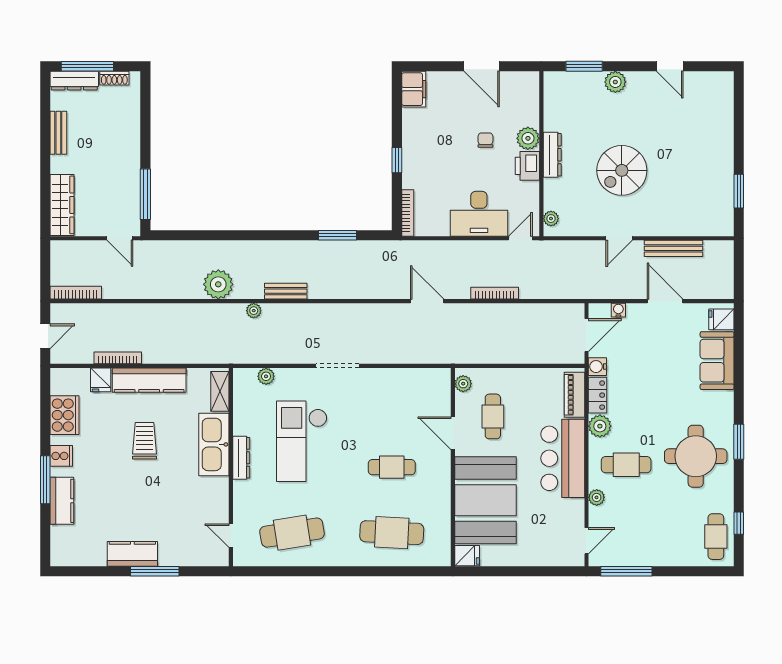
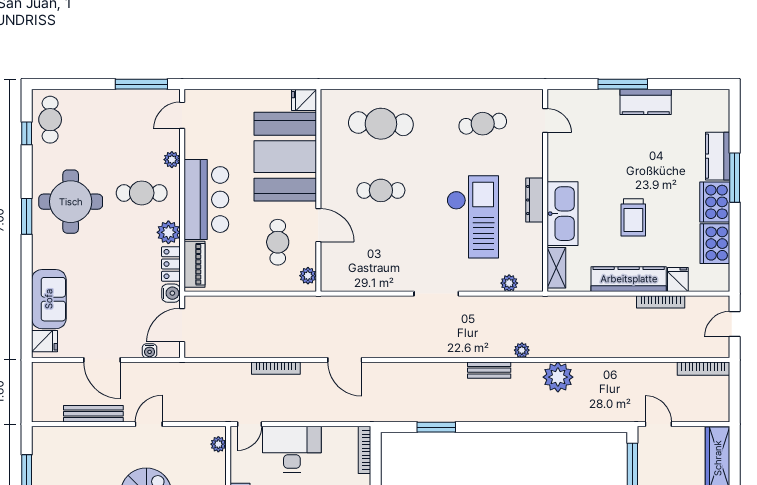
cooker: (61, 456) -> (715, 202), width x1.87, depth x1.31
cafe table: (292, 533) -> (483, 124), width x0.73, depth x0.74

